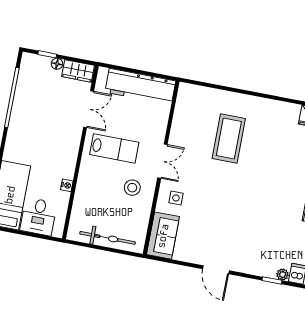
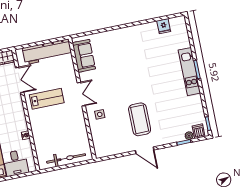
coffee table: (229, 138) -> (140, 119), moved
stool: (132, 188) -> (69, 119), removed
sofa: (163, 236) -> (84, 56), moved

